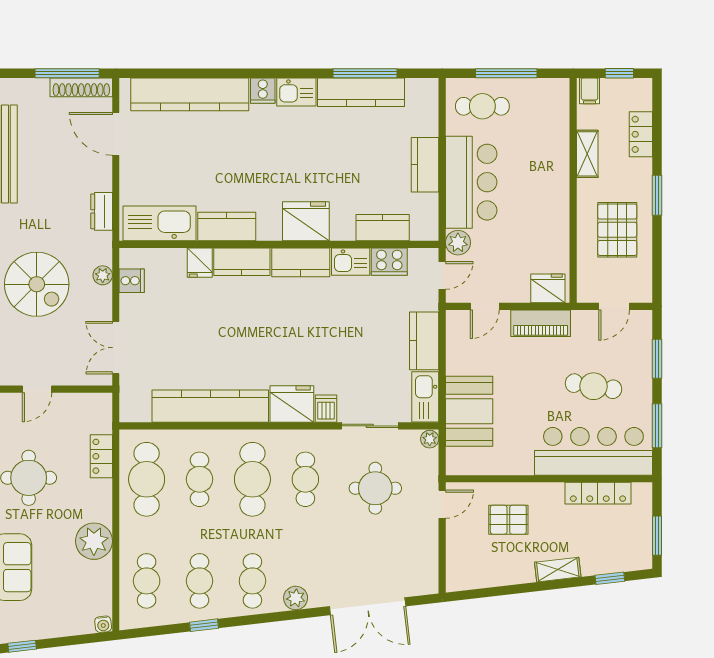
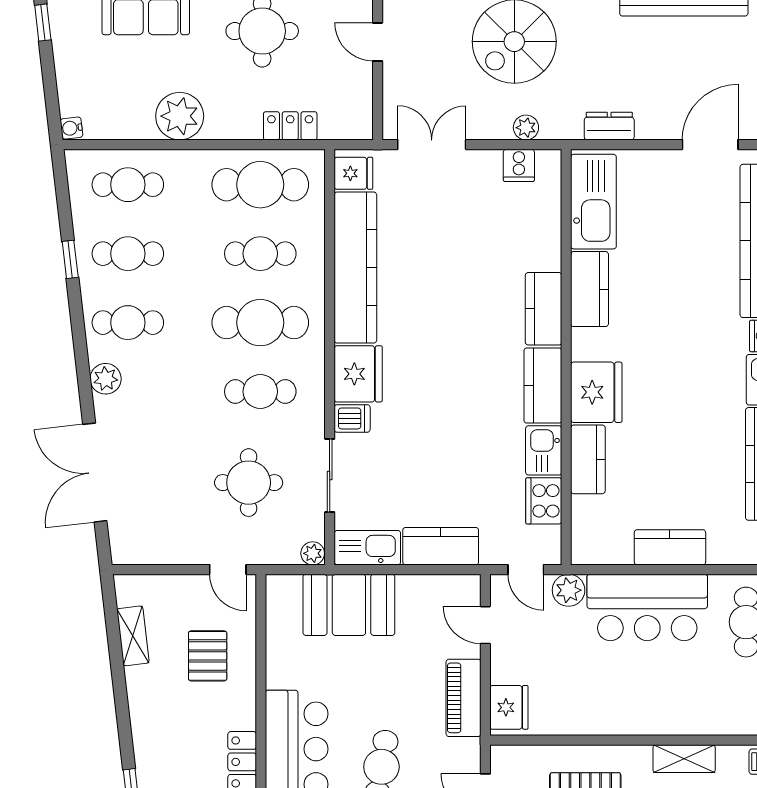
kitchen counter: (383, 228) -> (588, 459), moved
fridge: (200, 263) -> (353, 173), moved, turned 180
shelving: (558, 570) -> (133, 636), moved

